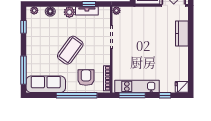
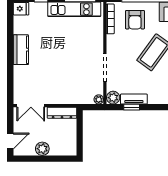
plant: (69, 12) -> (113, 98), moved
kitchen counter: (182, 34) -> (21, 50), moved

